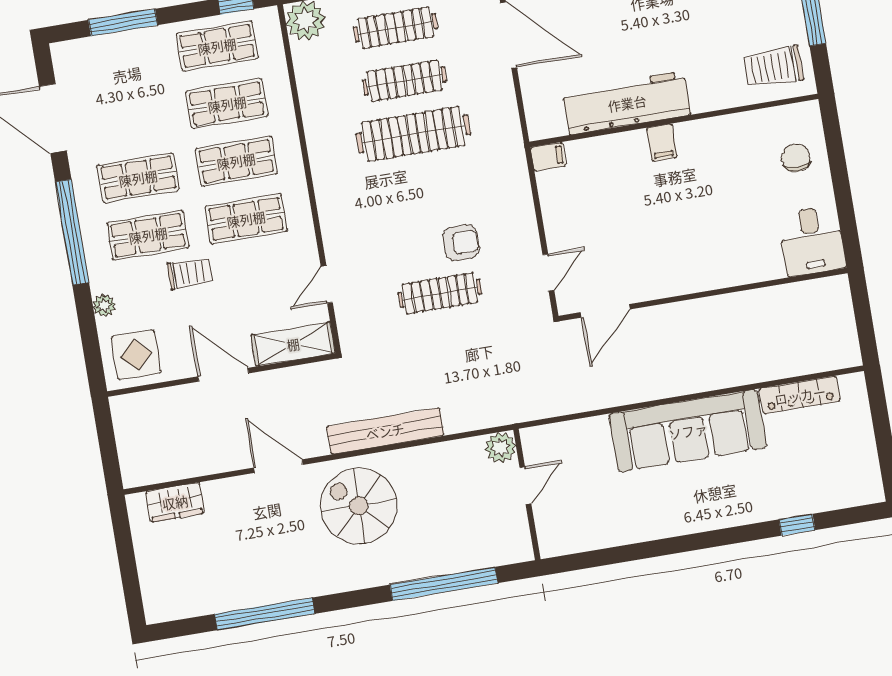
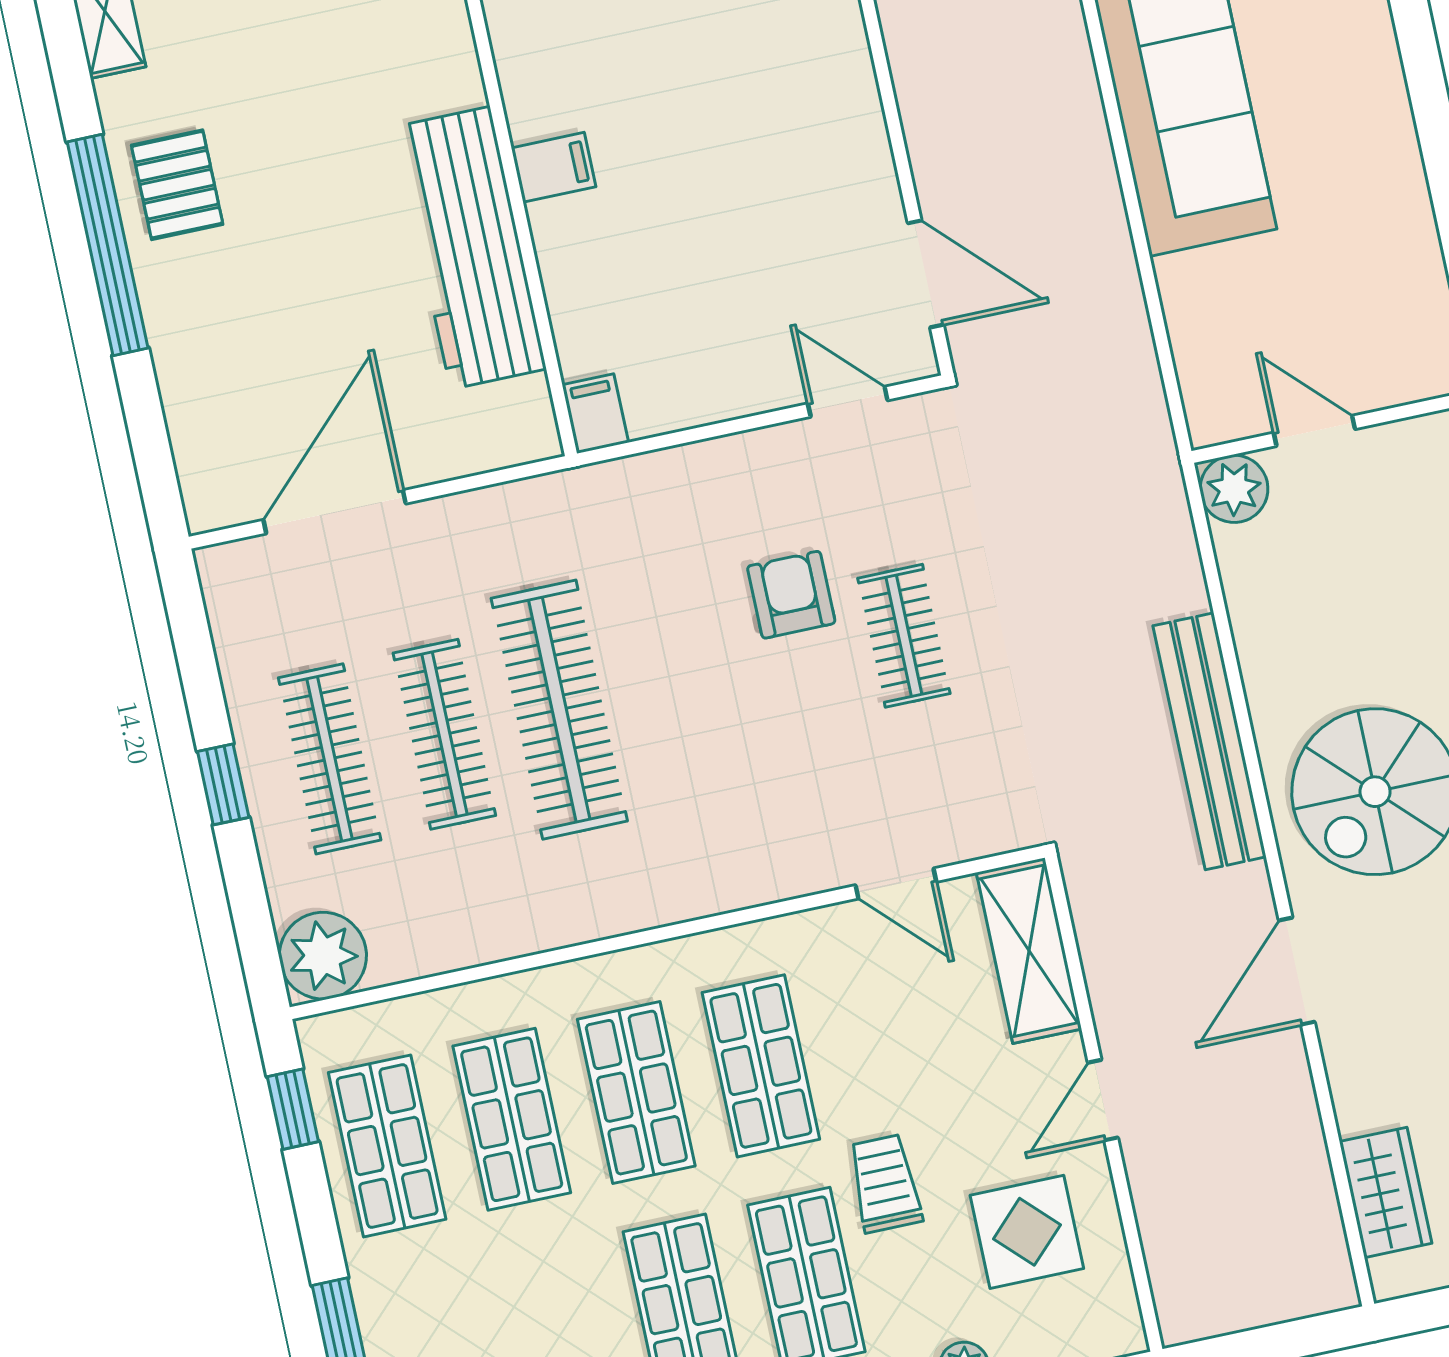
clothes rail: (440, 293) -> (904, 636), width x0.73
display table: (136, 355) -> (1027, 1232), moved
door: (223, 375) -> (1103, 1100), width x0.73

